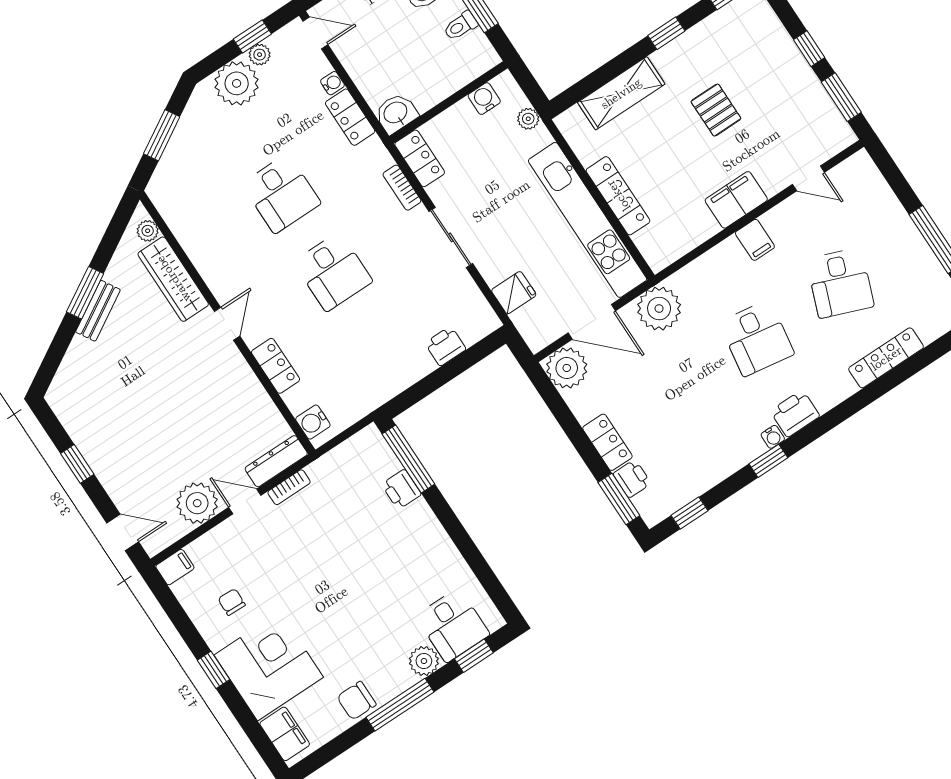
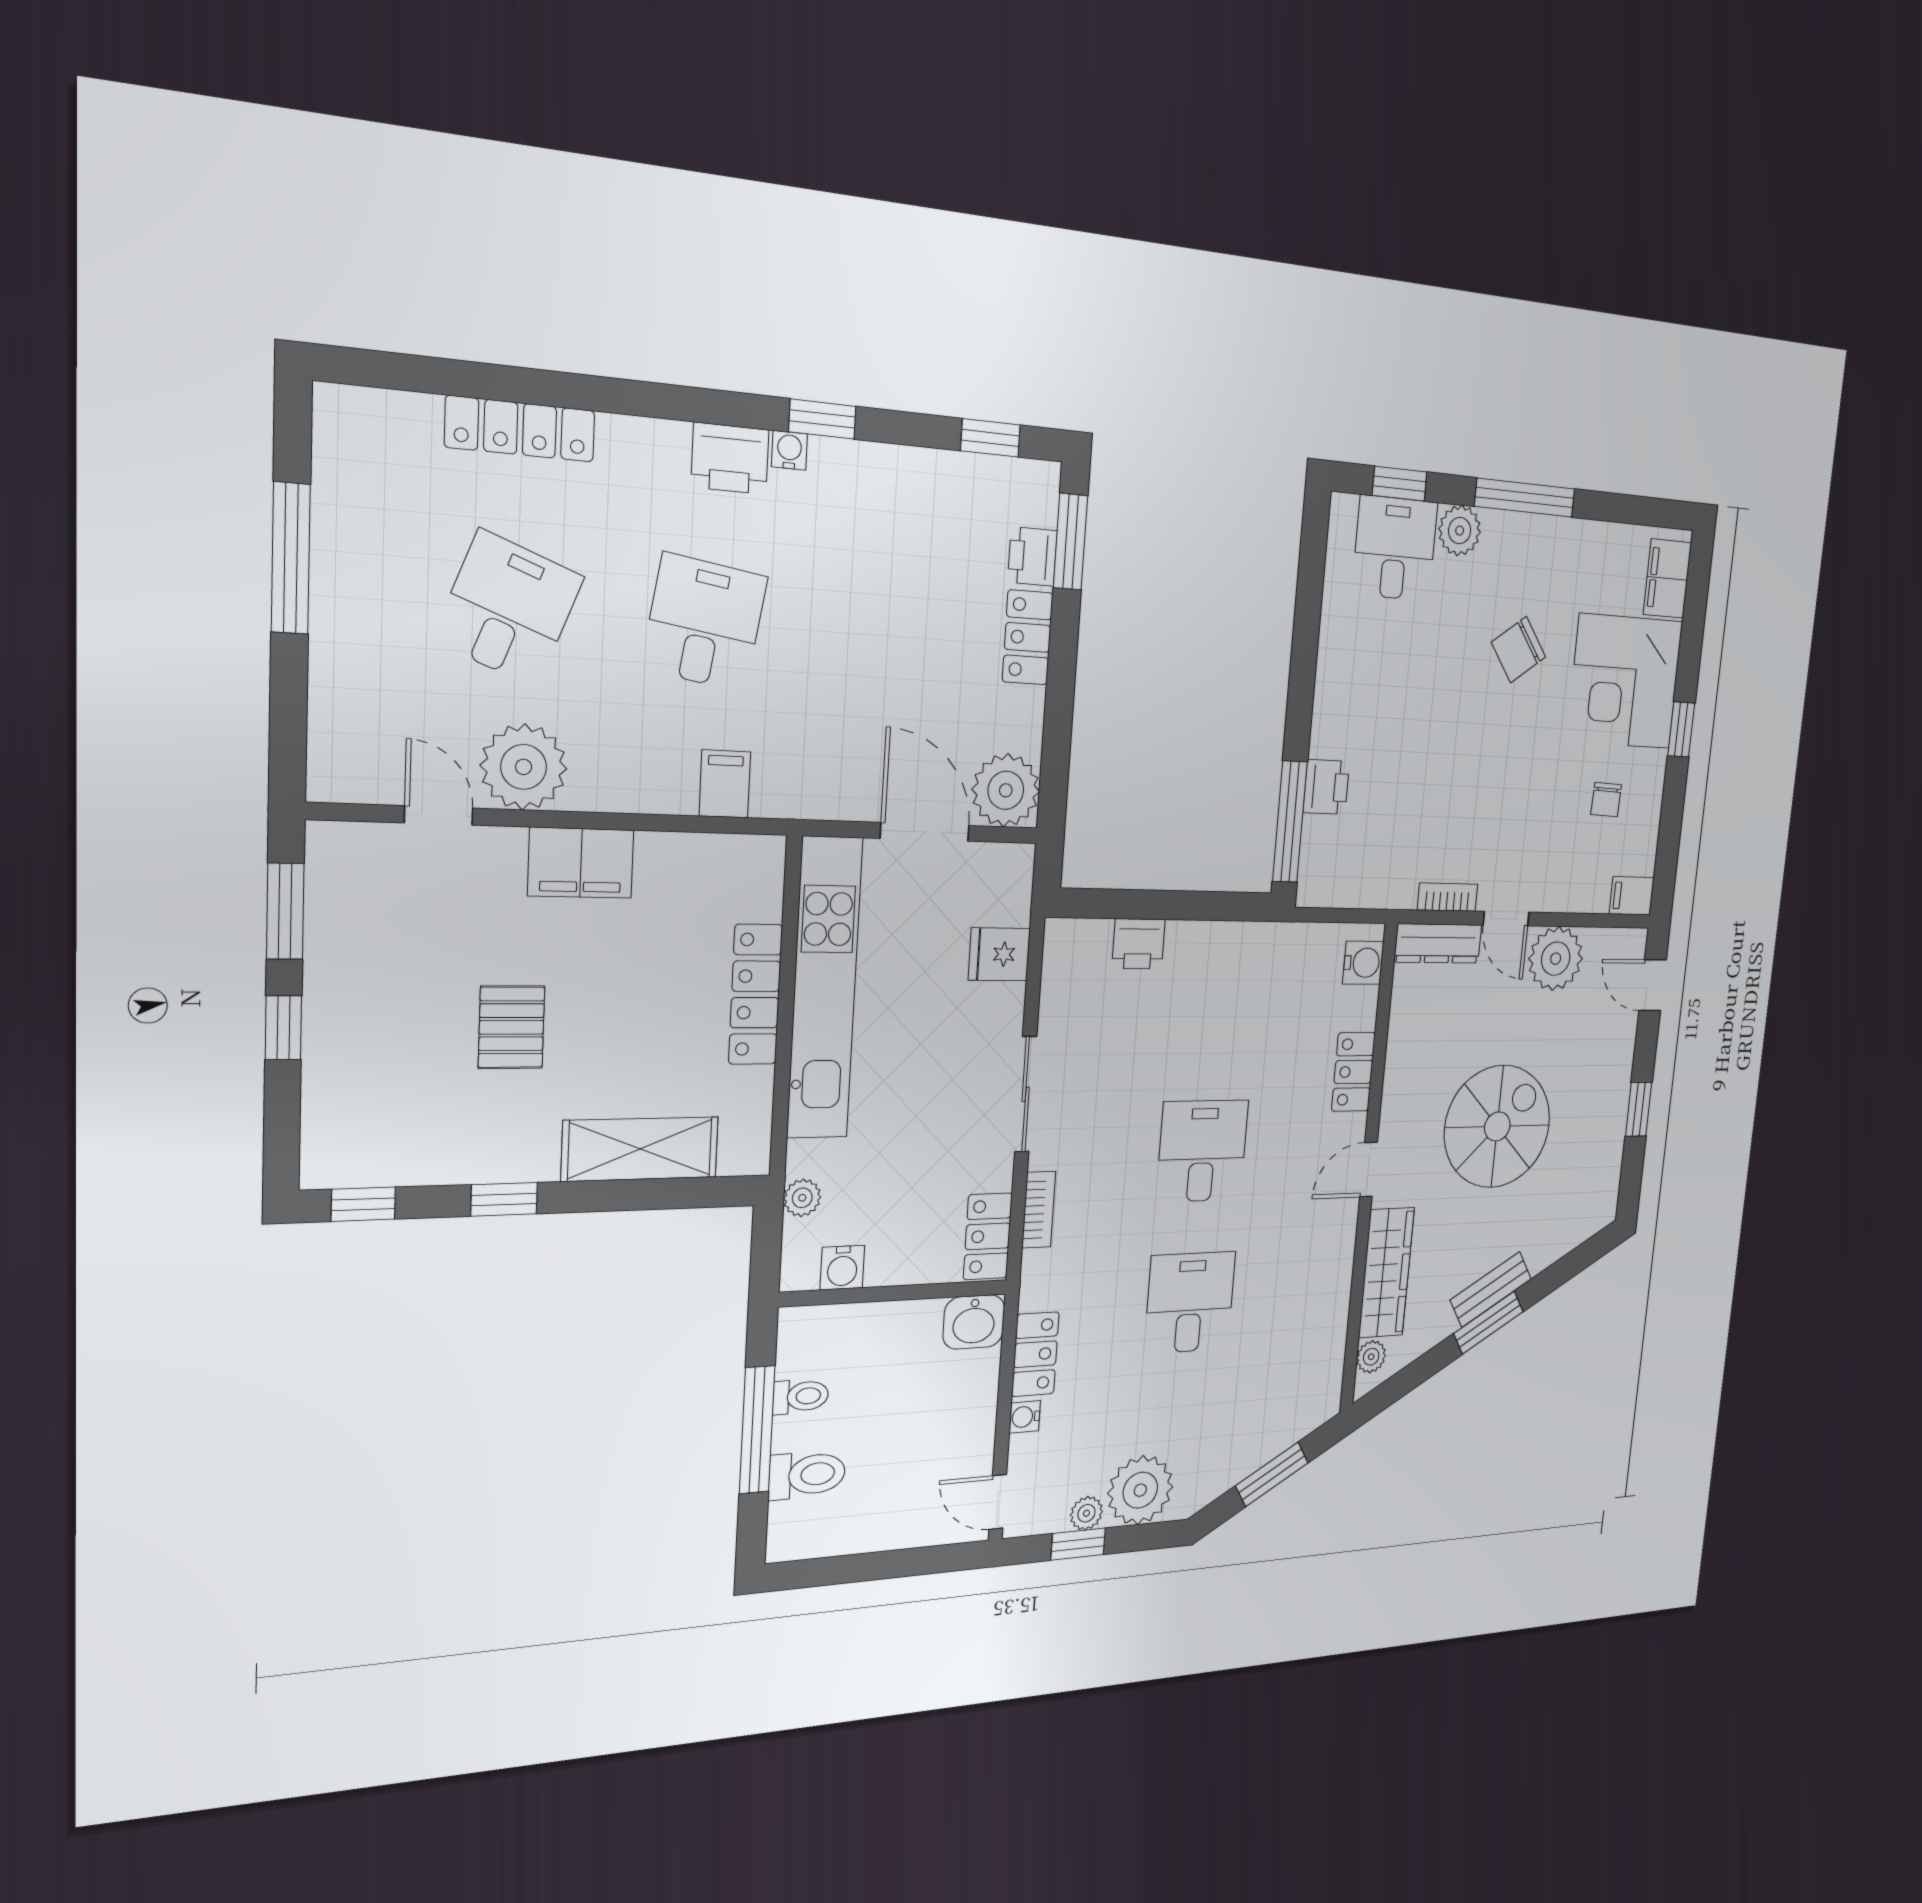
filing cabinet: (755, 240) -> (725, 784), moved
plant: (659, 309) -> (524, 767), moved
spiral stairs: (164, 396) -> (1497, 1126), added
chair: (356, 701) -> (1518, 650), moved, turned 144

